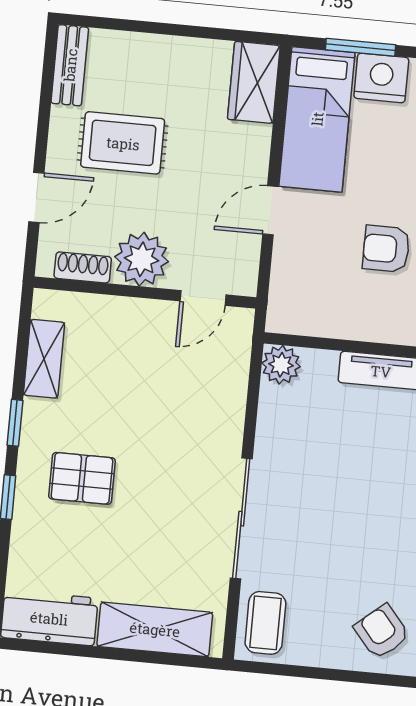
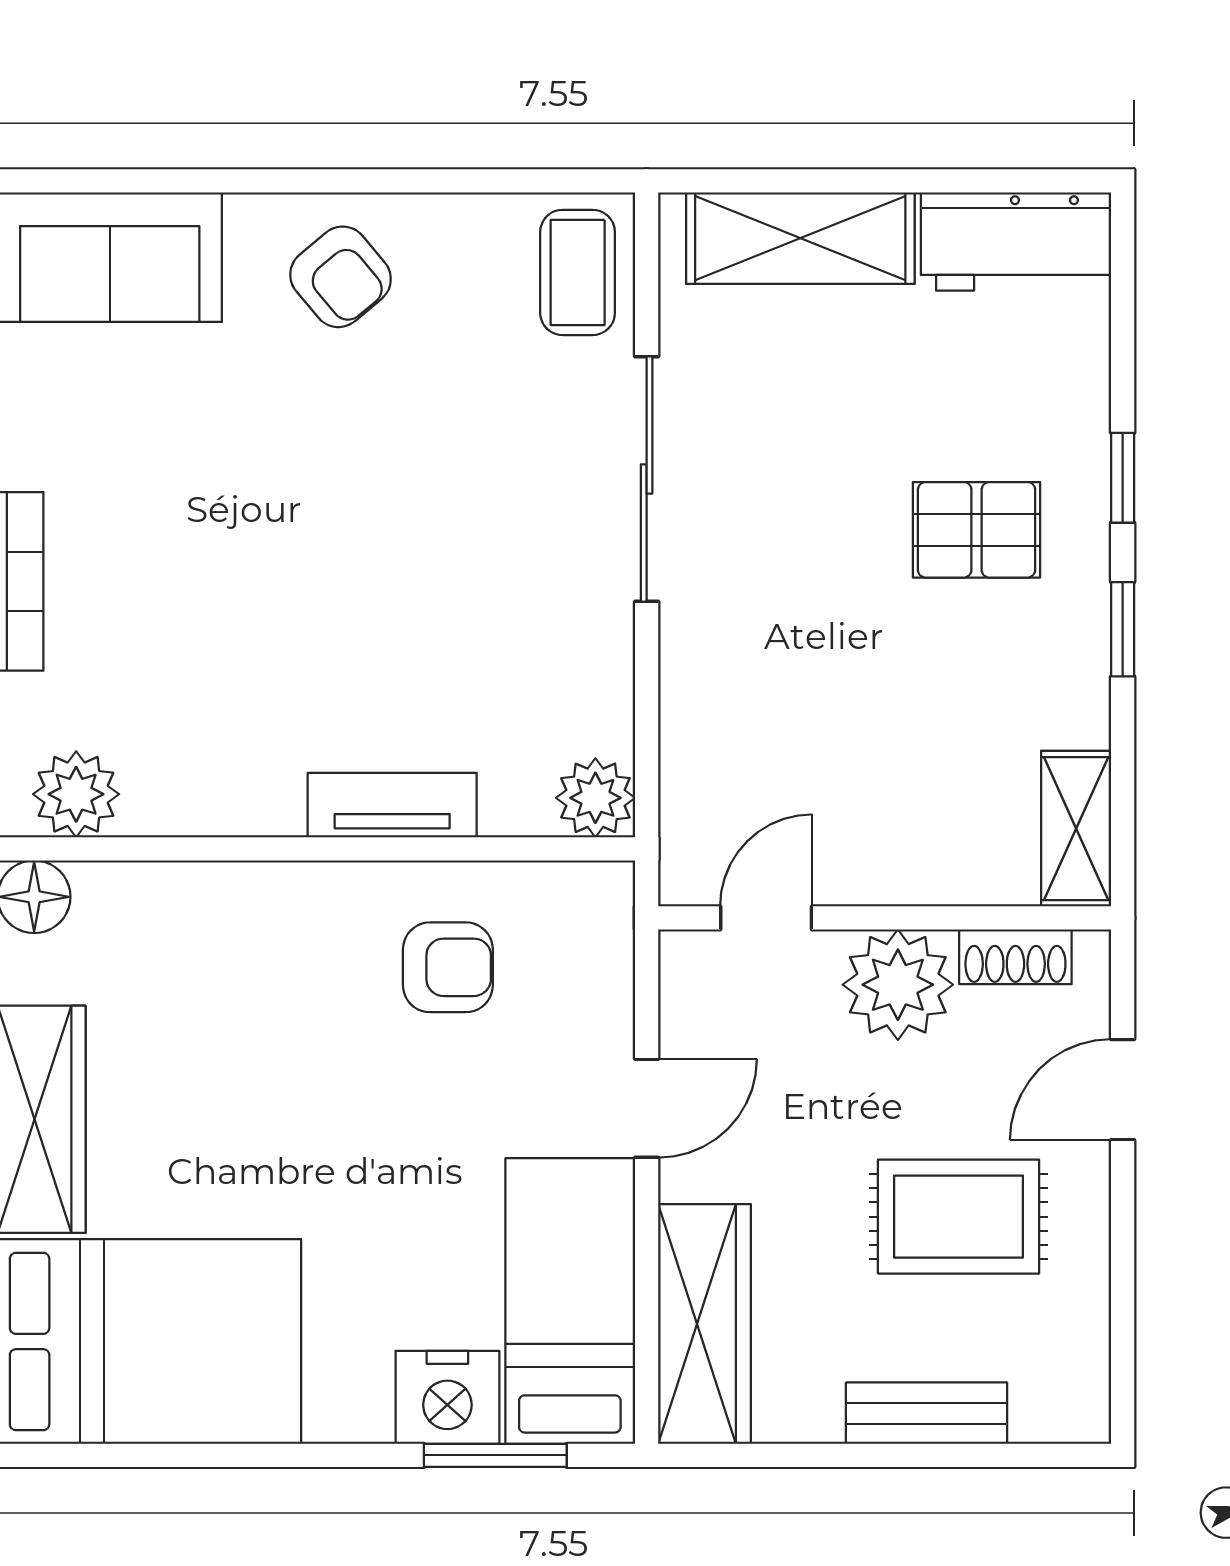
bench: (70, 65) -> (926, 1413), moved, turned 90
wardrobe: (254, 82) -> (704, 1324), width x1.50
armchair: (386, 249) -> (448, 967), moved
shelving: (44, 359) -> (1076, 829), moved

